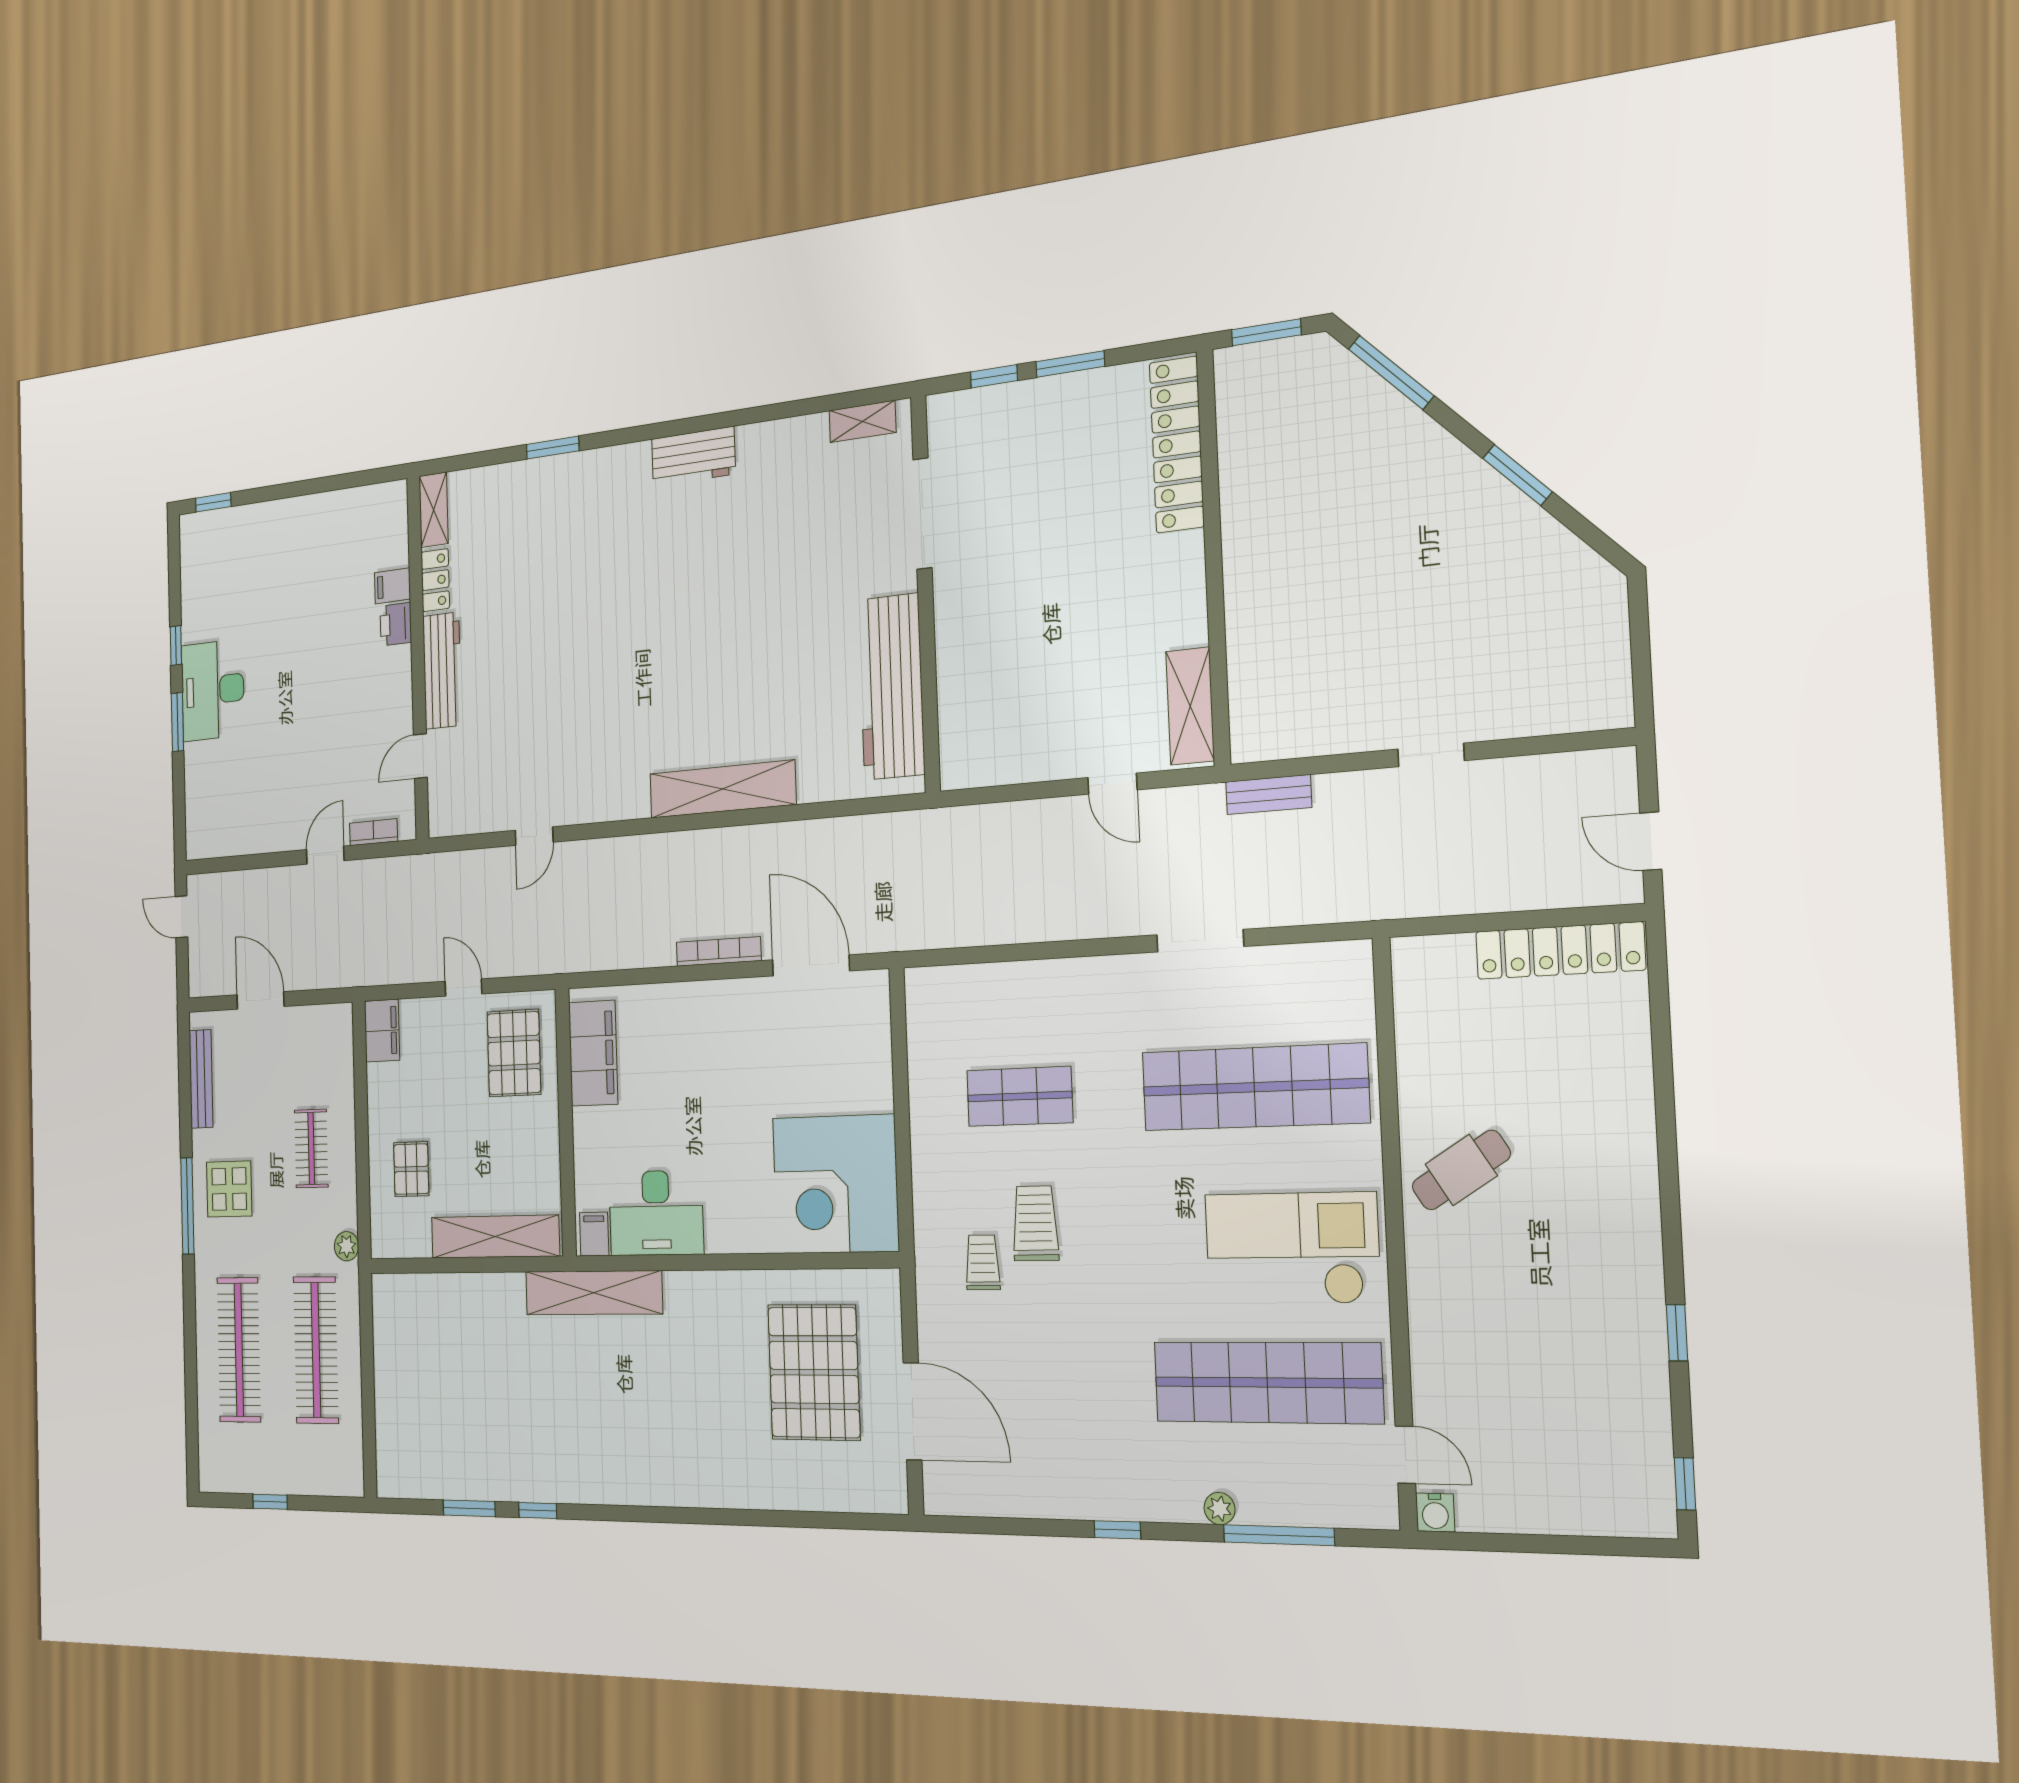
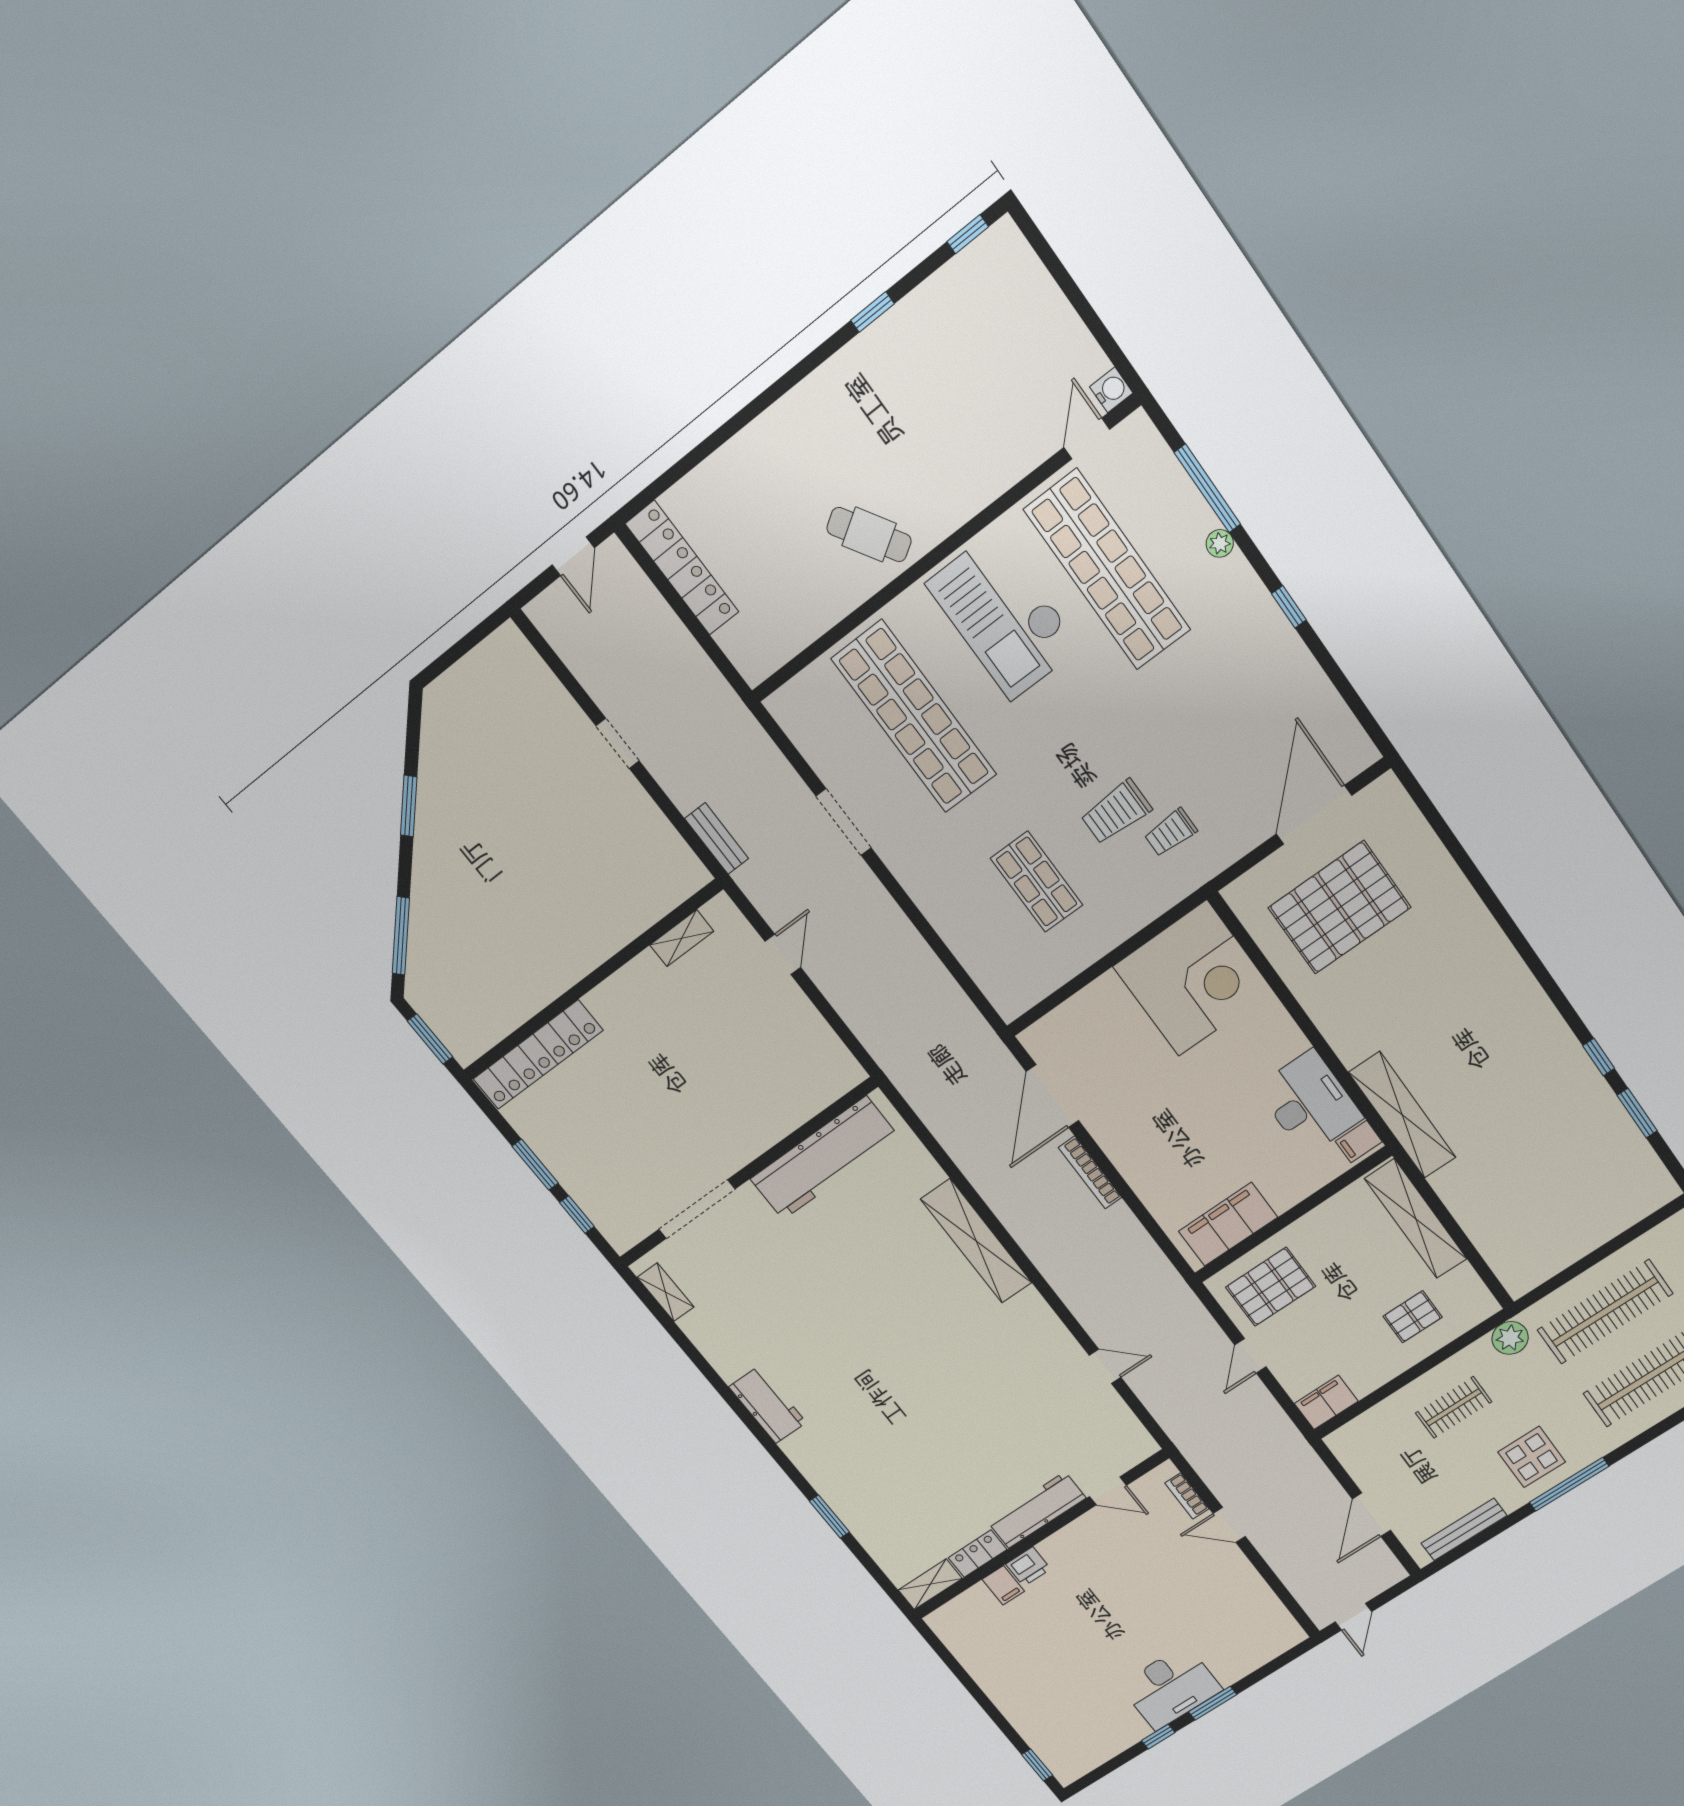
shelving: (1190, 706) -> (682, 938), width x0.67, depth x0.75
plant: (347, 1246) -> (1510, 1338), width x1.38, depth x1.38

